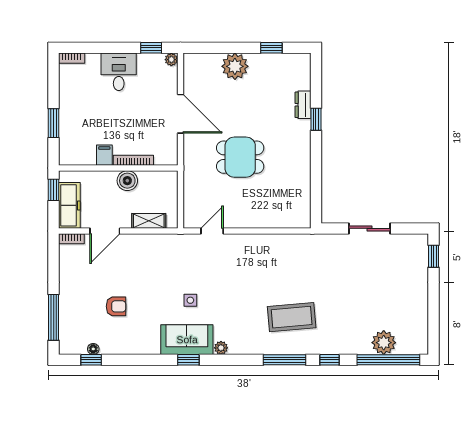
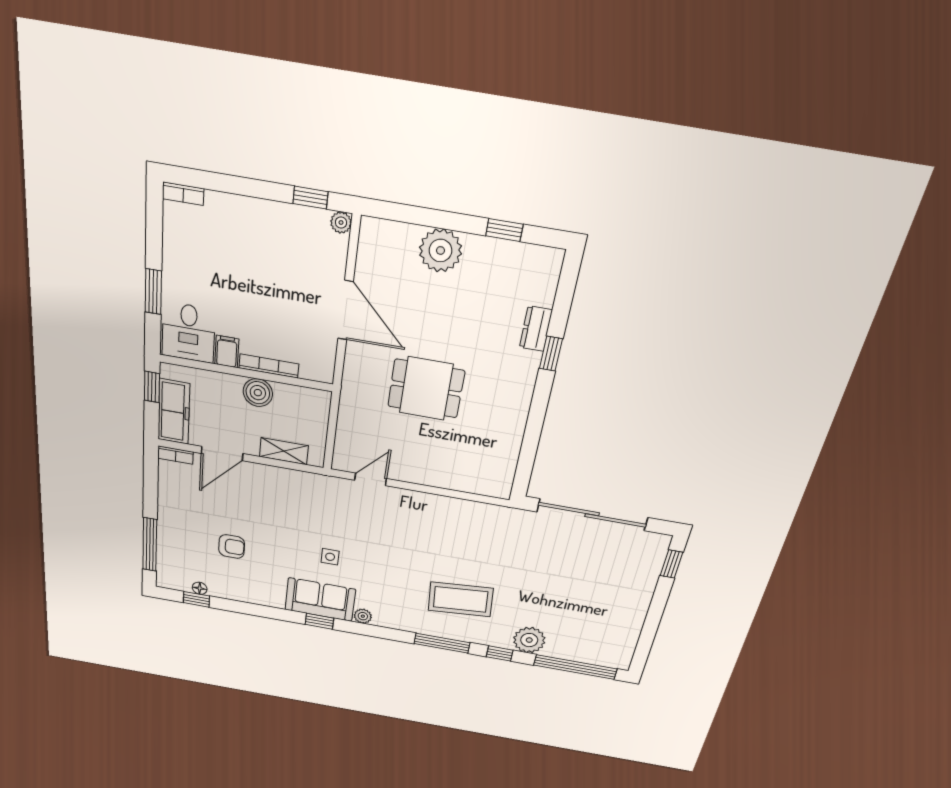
desk: (119, 72) -> (188, 332), moved, turned 180
sliding door: (370, 228) -> (592, 515), width x1.86
plant: (384, 343) -> (529, 640), moved

